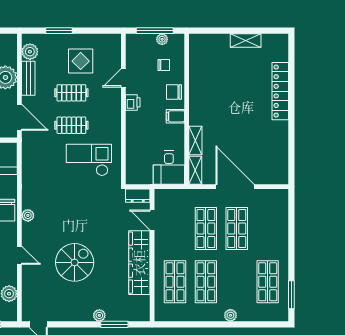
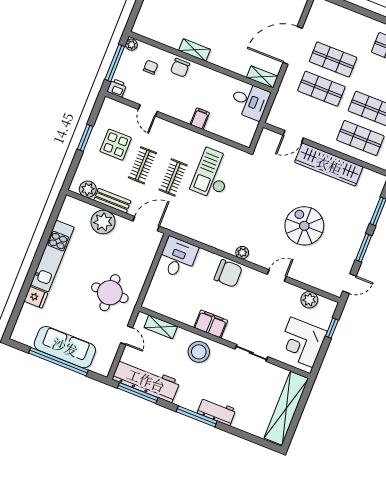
window: (59, 31) -> (85, 138), moved
plant: (162, 39) -> (131, 45), moved
printer: (133, 102) -> (117, 88), moved
filing cabinet: (175, 116) -> (200, 119), moved, turned 180
shelving: (195, 141) -> (194, 50), moved
dresser: (138, 196) -> (265, 141), removed
plant: (99, 315) -> (364, 222), removed
window: (76, 324) -> (364, 248), added

